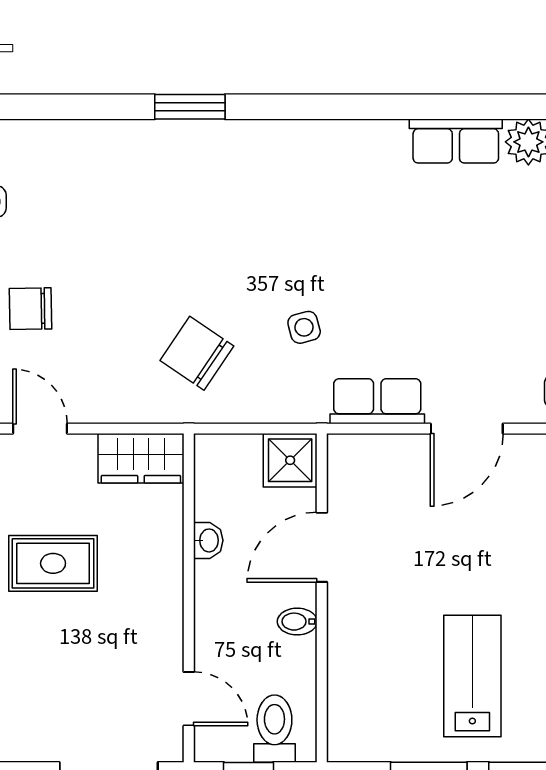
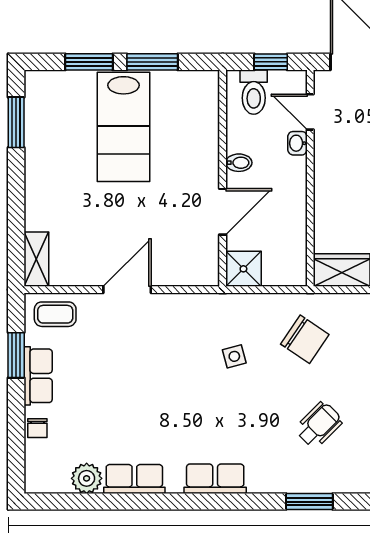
wheelchair: (176, 223) -> (319, 425), added
row of seats: (377, 401) -> (215, 479), moved, turned 180
washbasin: (208, 540) -> (297, 143), moved
lab bench: (472, 676) -> (123, 127), width x1.36, depth x1.39

